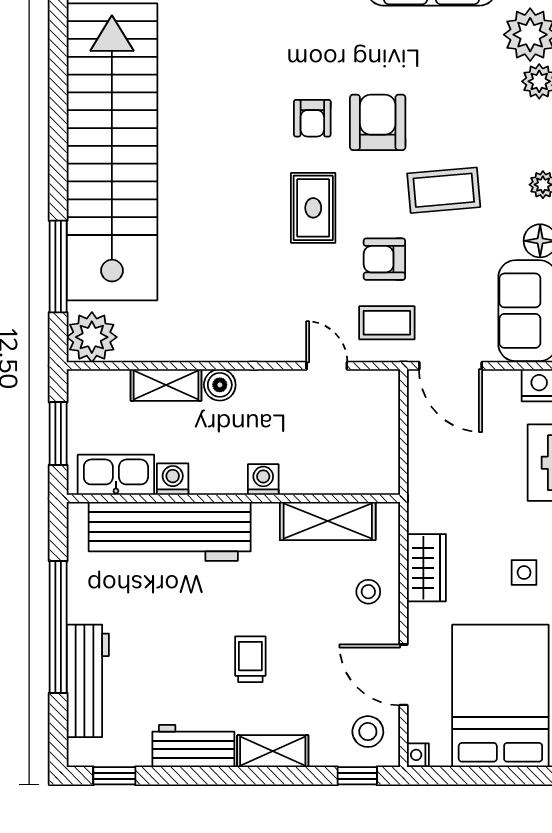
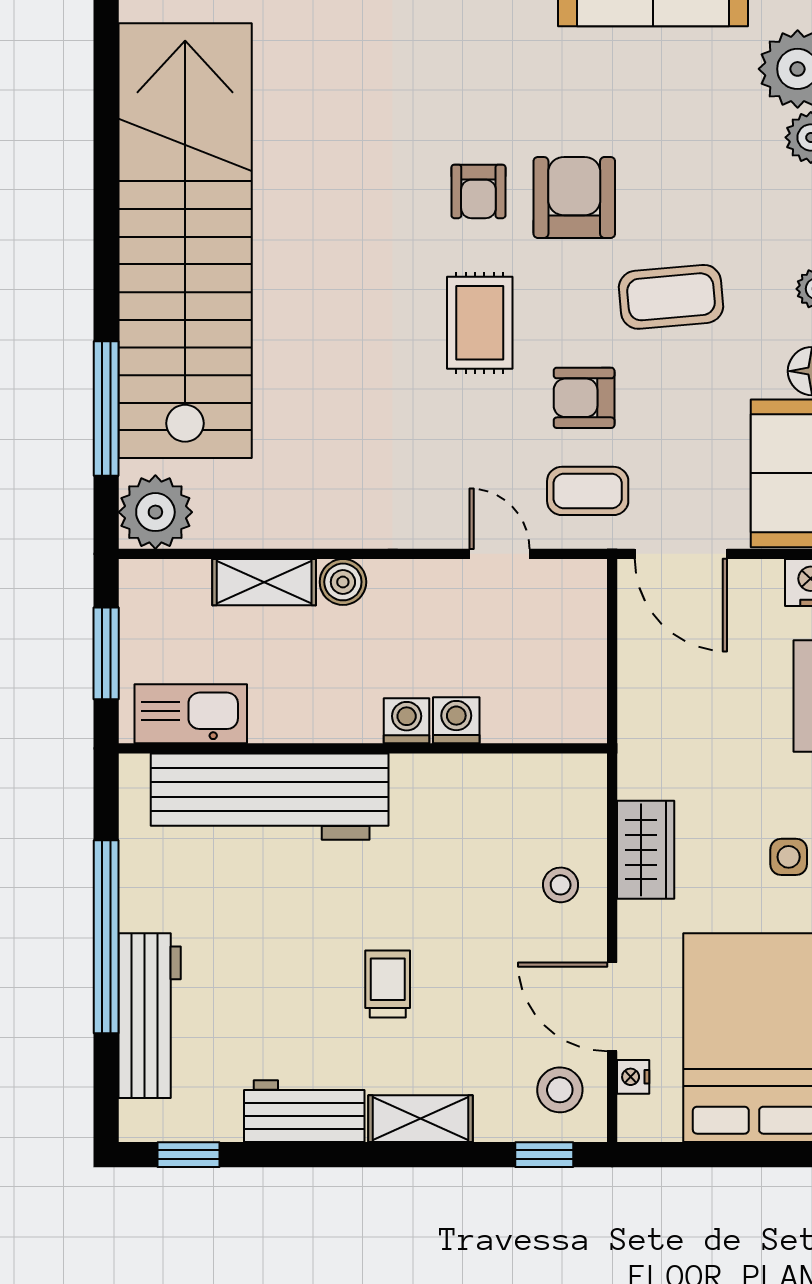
washing machine: (173, 479) -> (456, 720), moved
shelving: (328, 521) -> (501, 781), removed
nightstand: (418, 755) -> (633, 1077), moved

